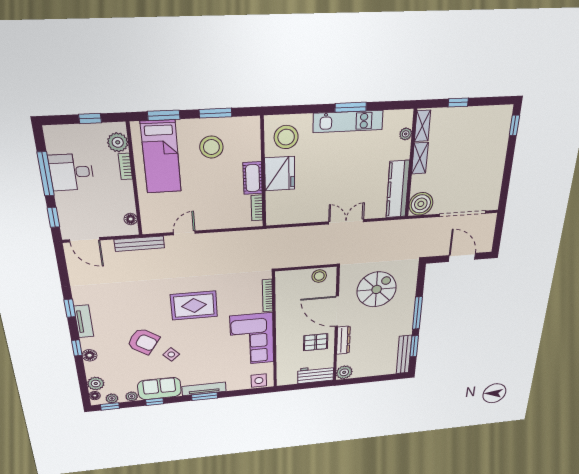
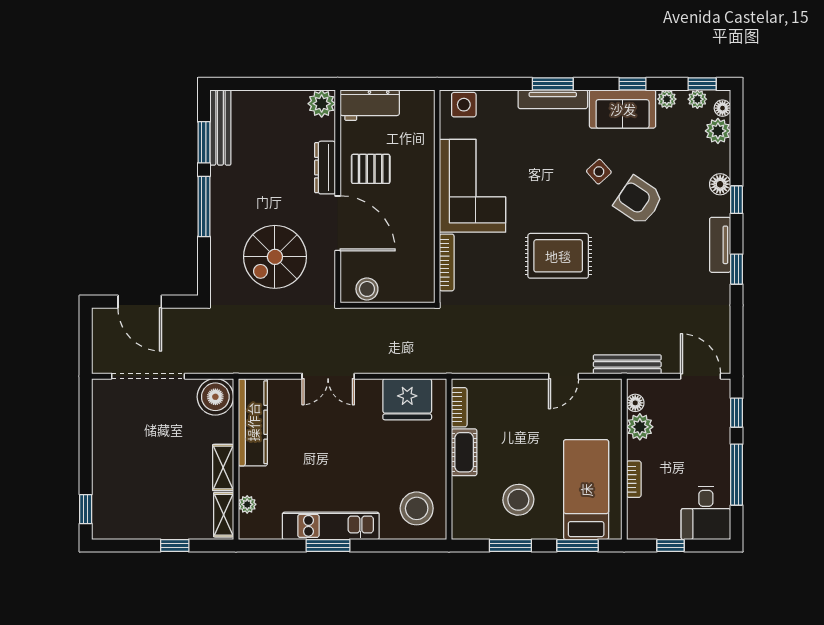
plant: (118, 142) -> (640, 427), moved
desk: (71, 172) -> (706, 513), moved, turned 90
fridge: (280, 174) -> (407, 399), moved, turned -90

